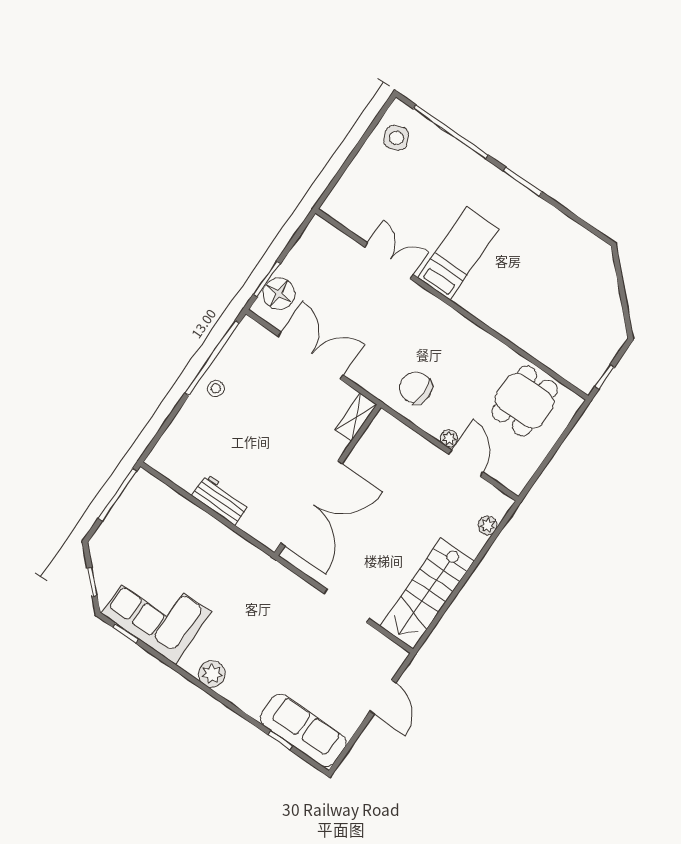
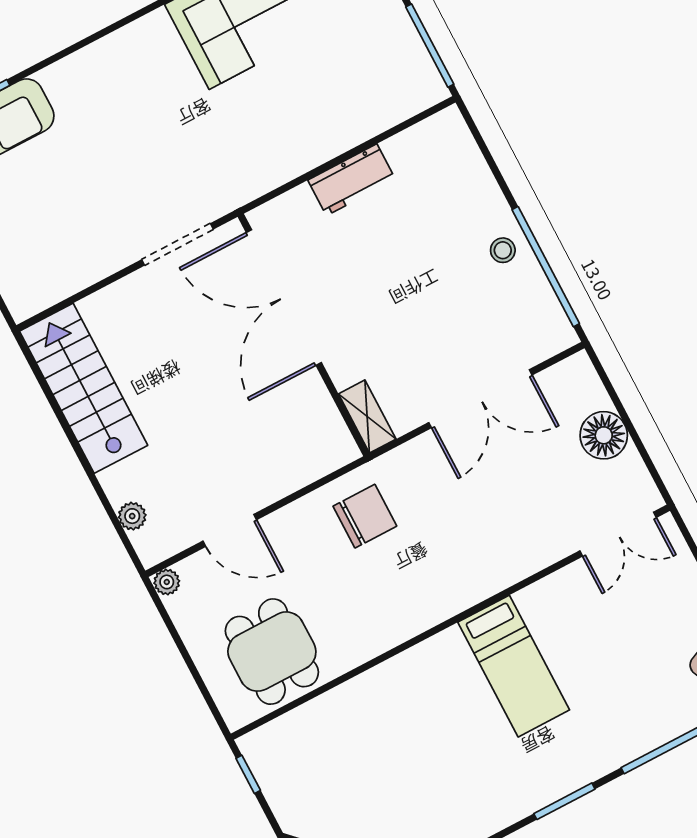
double door: (389, 261) -> (618, 534), moved
window: (267, 279) -> (613, 394), removed
floor lamp: (279, 293) -> (604, 435), moved
plant: (449, 438) -> (167, 582), moved
doorway: (347, 606) -> (177, 244), moved
plant: (212, 674) -> (126, 47), removed

